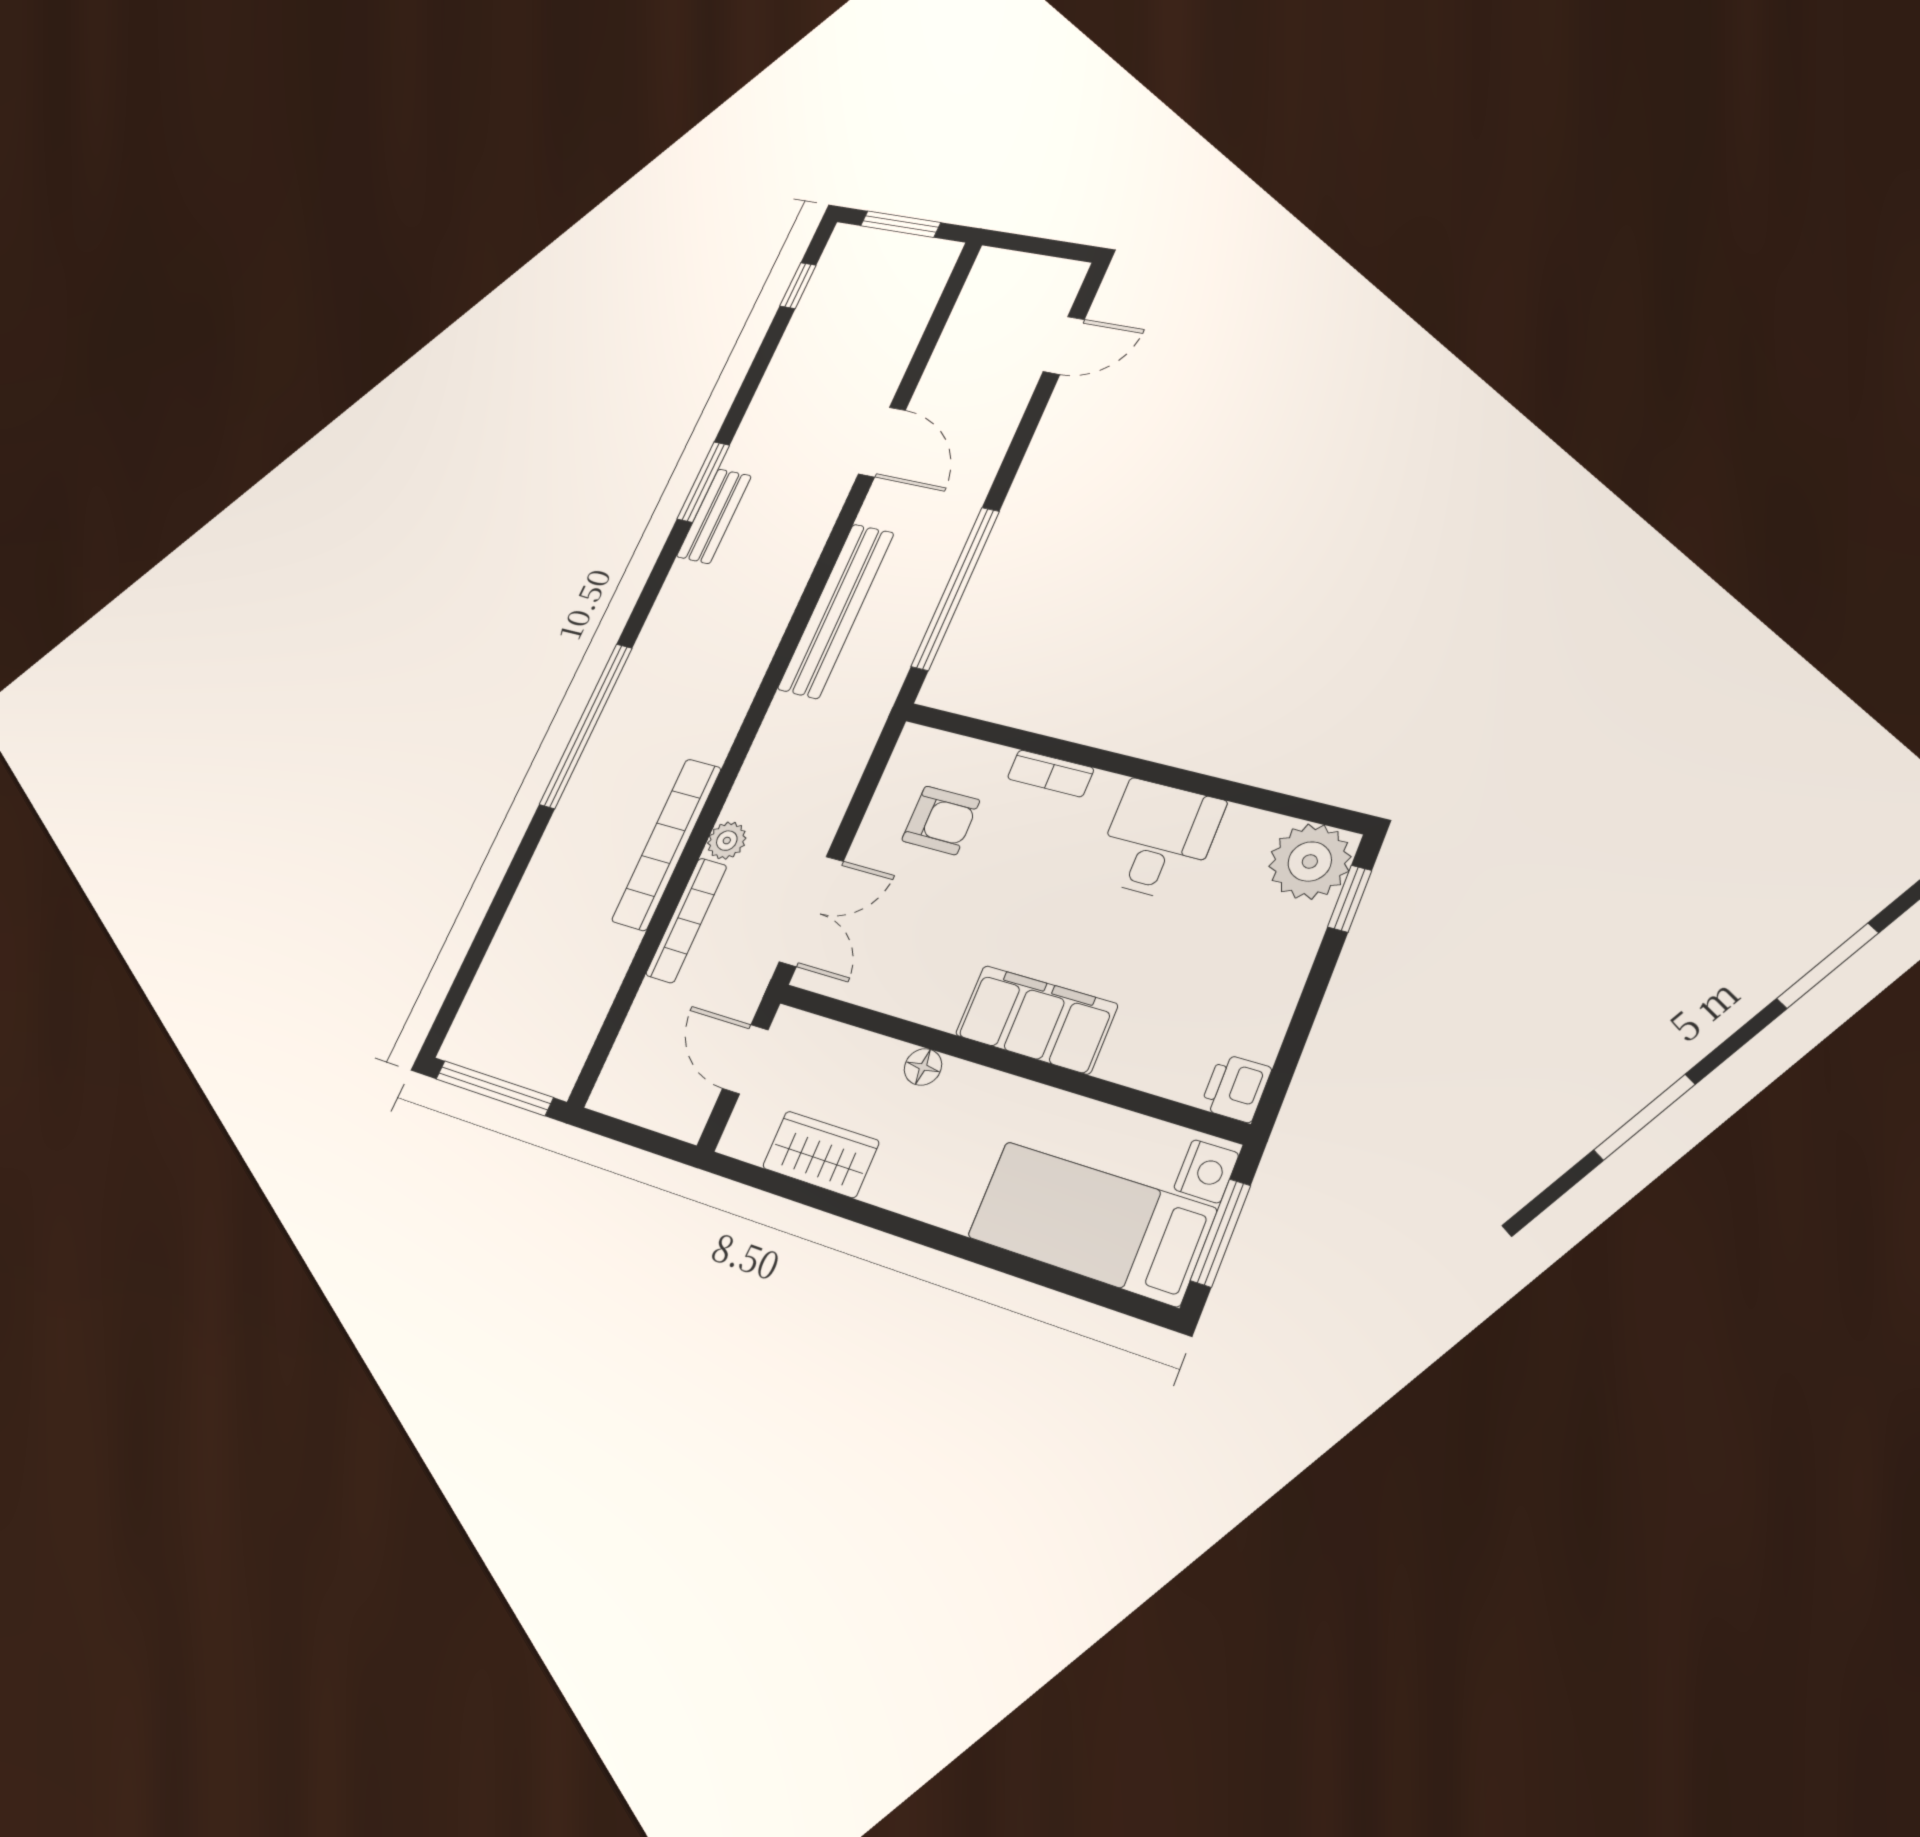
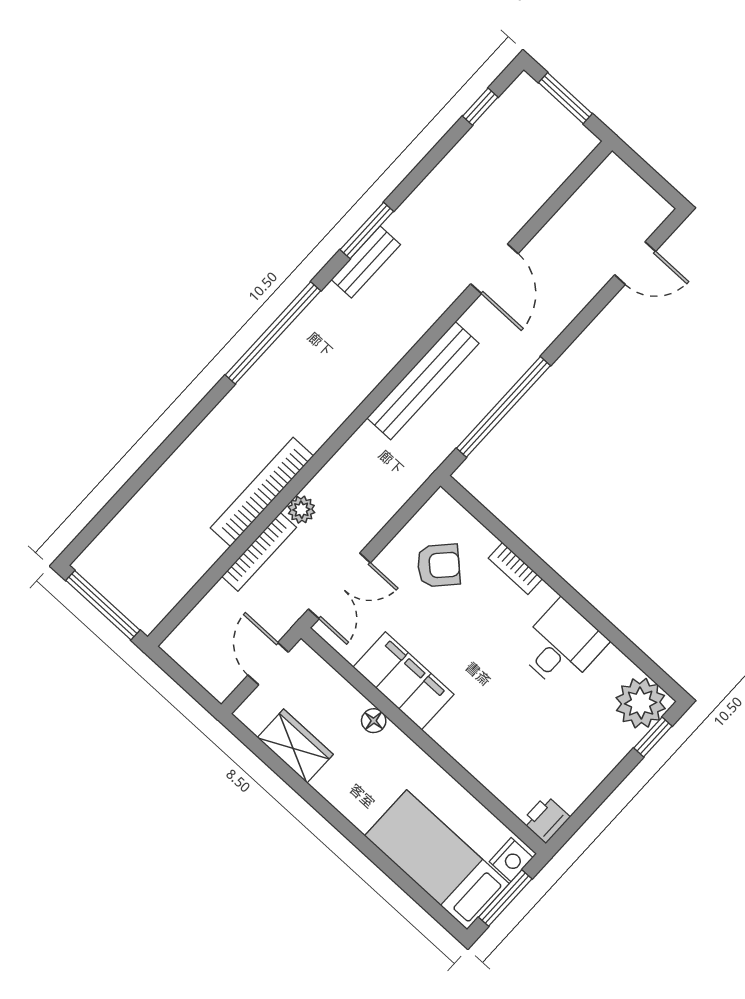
window: (586, 726) -> (273, 333), moved
armchair: (941, 820) -> (439, 565), turned -47
filing cabinet: (1036, 1019) -> (403, 681), moved

